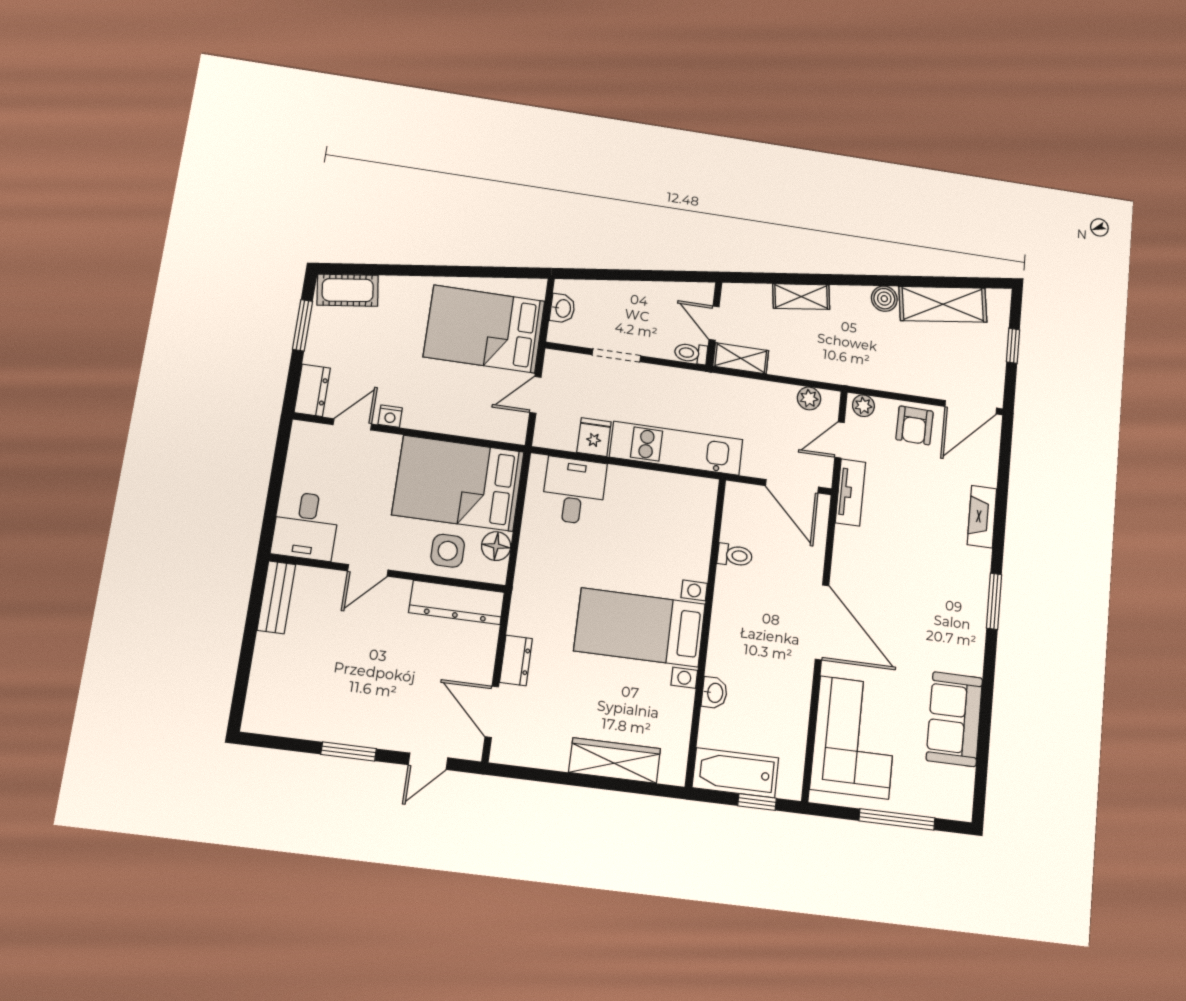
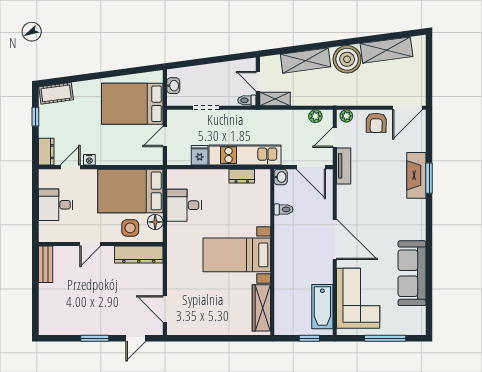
shelving: (801, 297) -> (305, 61), width x1.50, depth x1.33
boiler: (884, 299) -> (347, 59), width x1.86, depth x1.86
window: (302, 325) -> (35, 117), width x0.67
window: (1013, 346) -> (429, 68), removed
desk: (574, 491) -> (184, 205), moved, turned -90
fireplace: (982, 517) -> (416, 175), width x1.37, depth x1.32
desk: (306, 526) -> (56, 205), moved, turned 90
window: (994, 601) -> (429, 178), moved
dresser: (516, 660) -> (242, 176), moved, turned 90
washbasin: (714, 693) -> (281, 177), moved
sofa: (954, 719) -> (412, 273), width x1.36
wardrobe: (615, 761) -> (261, 308), moved, turned -90
bathtub: (736, 773) -> (322, 307), moved, turned -90

